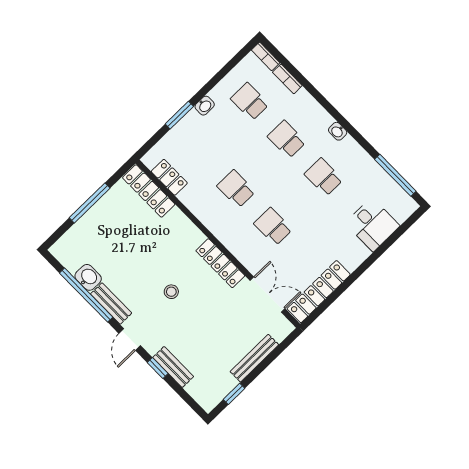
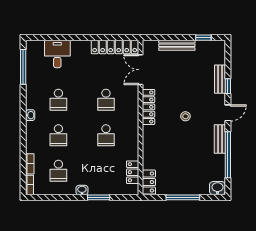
locker: (149, 191) -> (149, 182), width x0.66
washbasin: (88, 277) -> (217, 188), moved, turned 90

